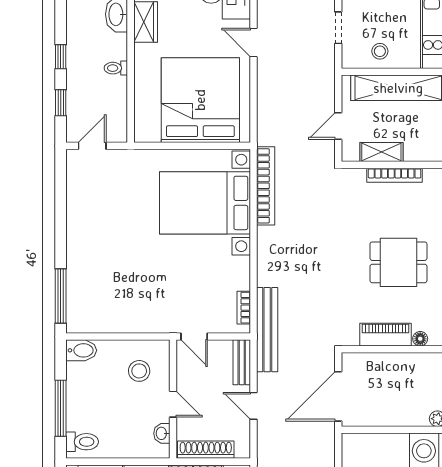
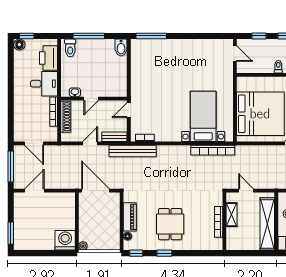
bed with nightstands: (205, 203) -> (203, 116), width x0.73
stool: (139, 371) -> (110, 80), removed

